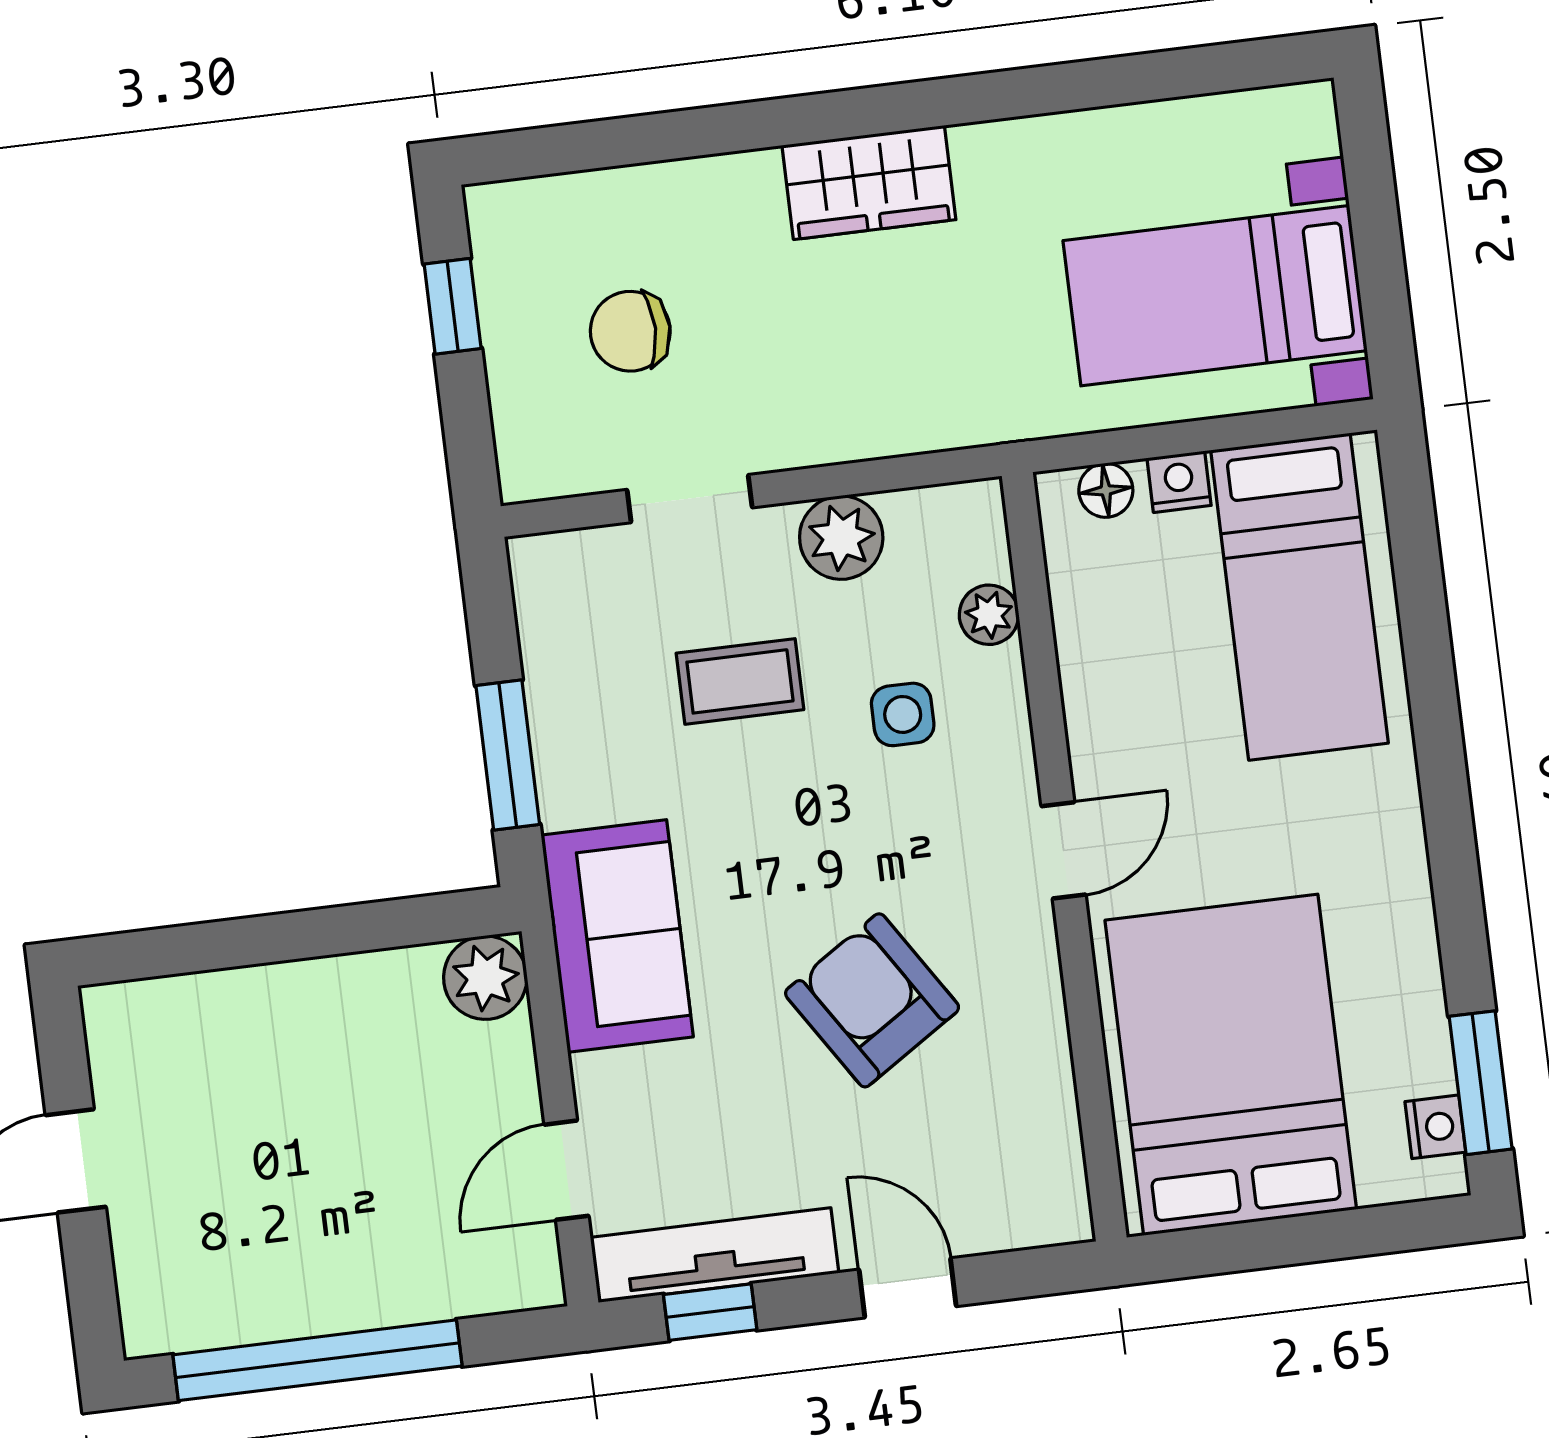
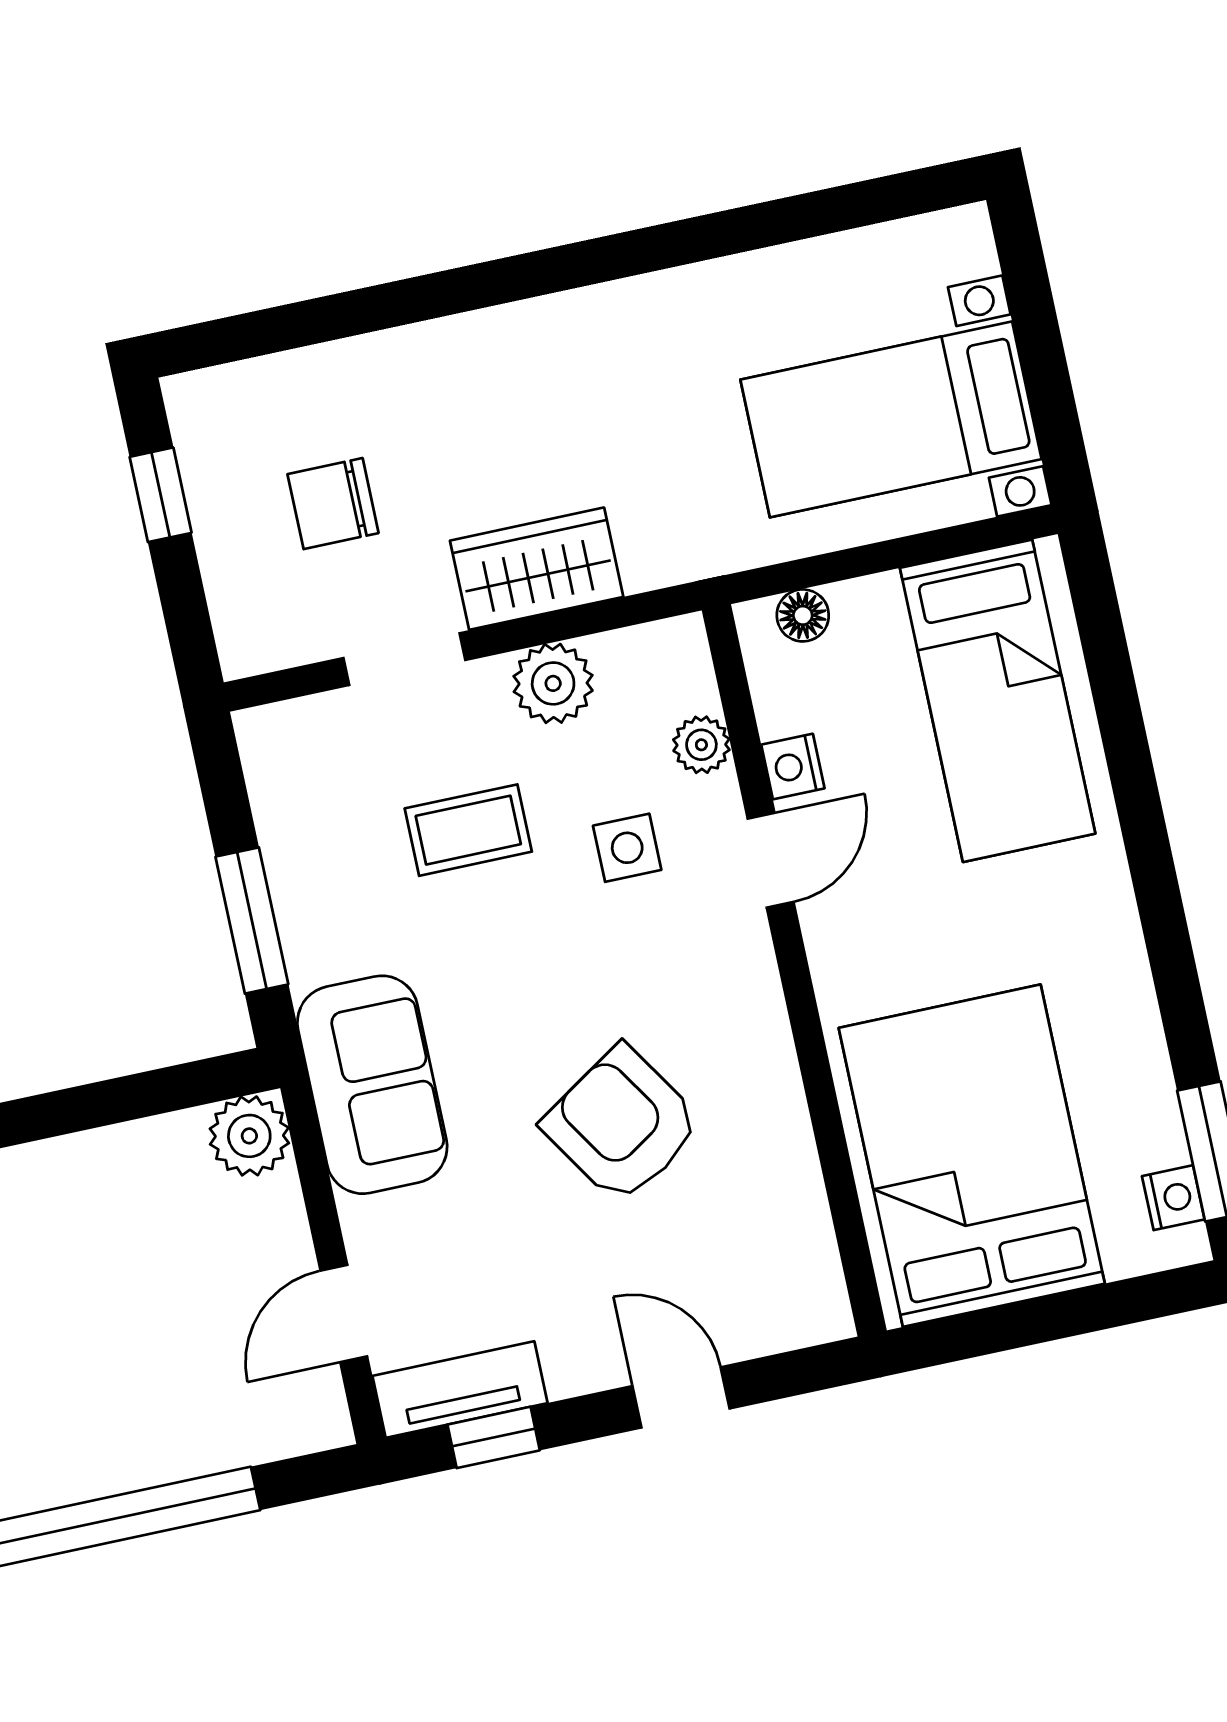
wardrobe: (869, 182) -> (537, 569), moved, turned 180
nightstand: (1179, 482) -> (793, 767), moved, turned -90
door: (1063, 850) -> (771, 860), moved
tv unit: (715, 1255) -> (460, 1390), width x0.71

